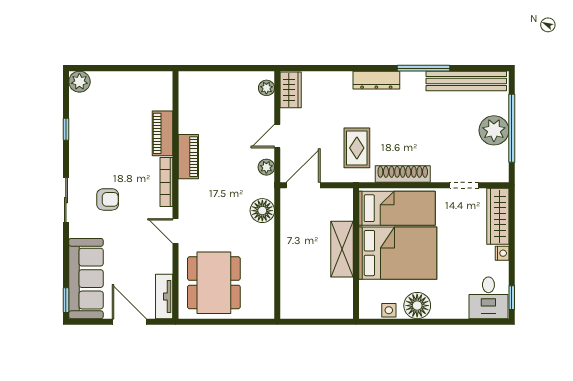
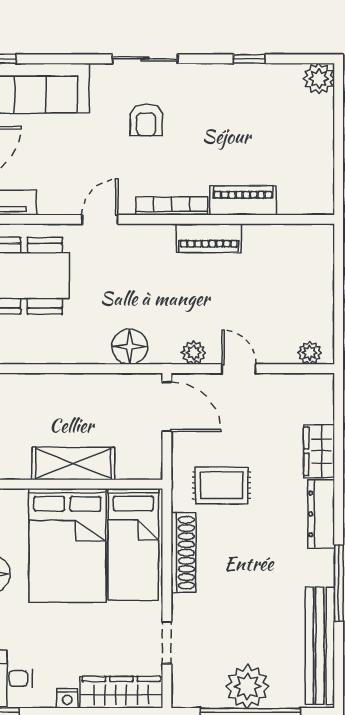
wardrobe: (291, 90) -> (319, 451), moved, turned 90

